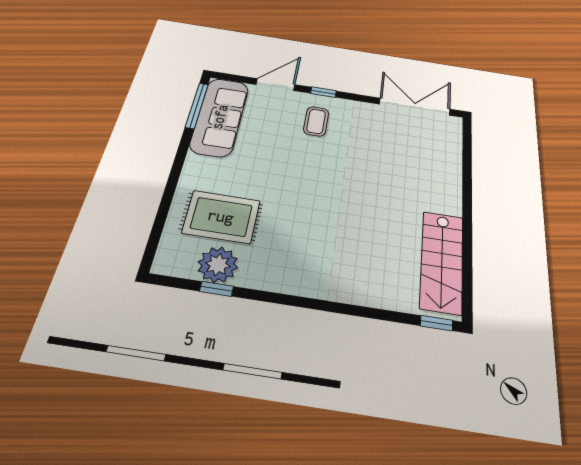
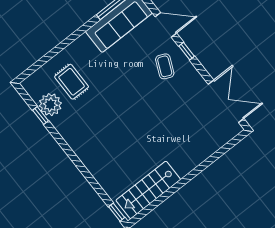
coffee table: (316, 121) -> (165, 66), turned -66
rug: (221, 217) -> (72, 82), width x0.73, depth x0.70

